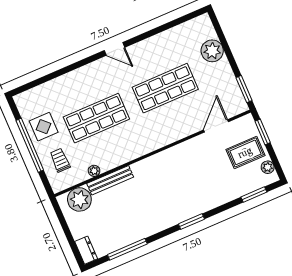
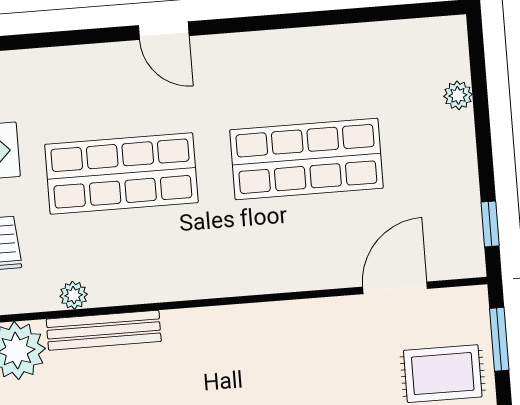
door: (115, 49) -> (164, 31), moved
plant: (212, 51) -> (458, 95), width x0.53, depth x0.53
window: (244, 89) -> (490, 224), width x0.67

